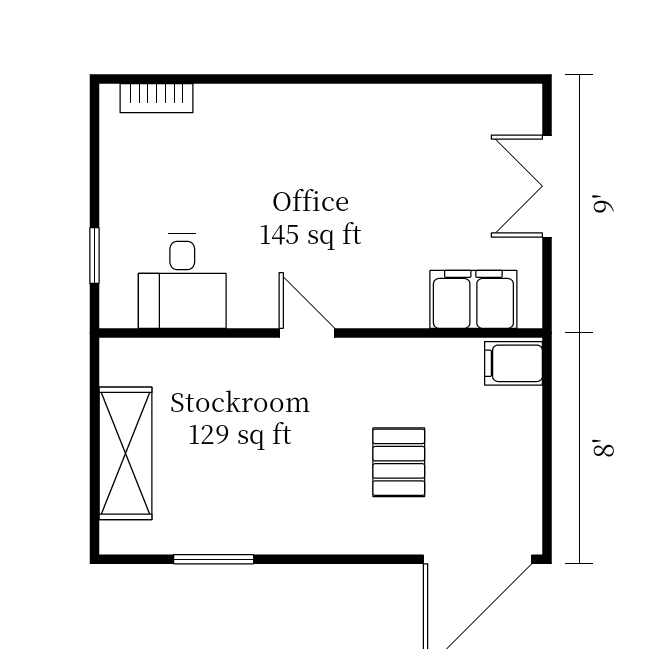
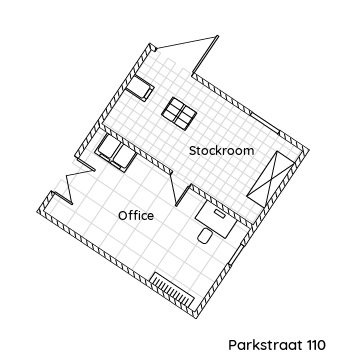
bookcase: (157, 98) -> (171, 290), width x1.56
filing cabinet: (513, 363) -> (139, 88), moved
pallet: (399, 462) -> (179, 114), turned 90

